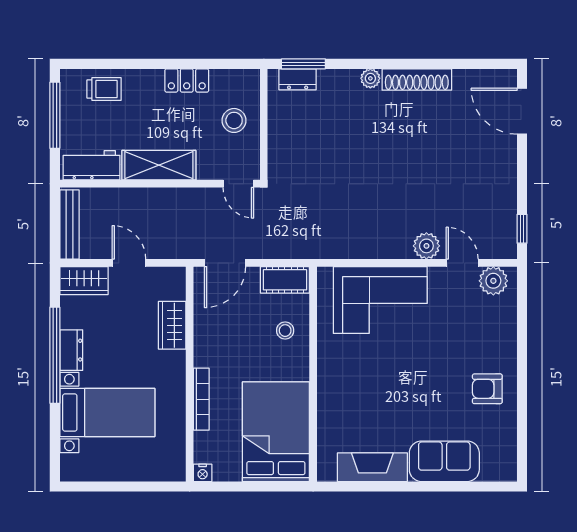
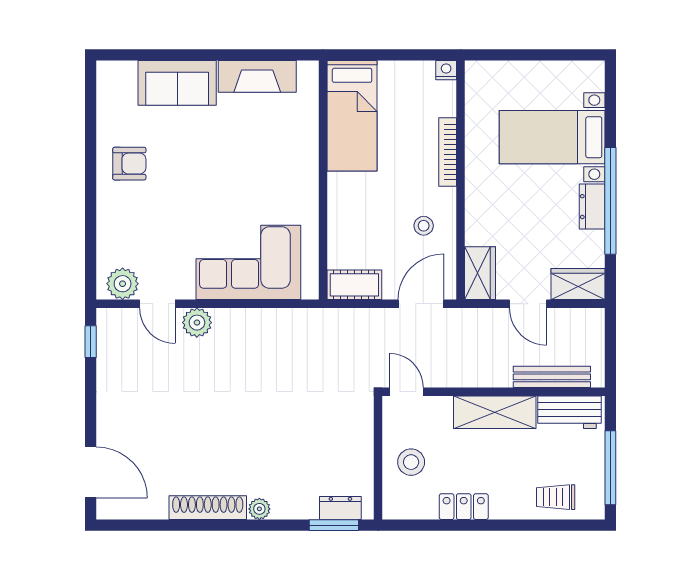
bench: (70, 225) -> (552, 377), moved, turned 90
wardrobe: (172, 325) -> (480, 273), moved
stool: (285, 331) -> (424, 226), moved
bed: (276, 432) -> (352, 116), width x0.67

